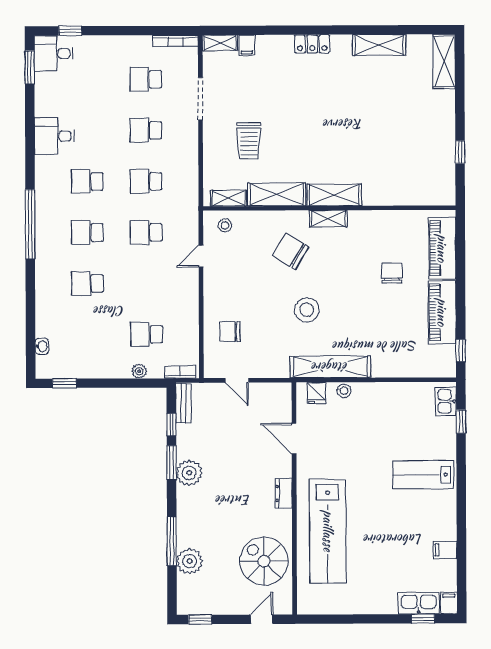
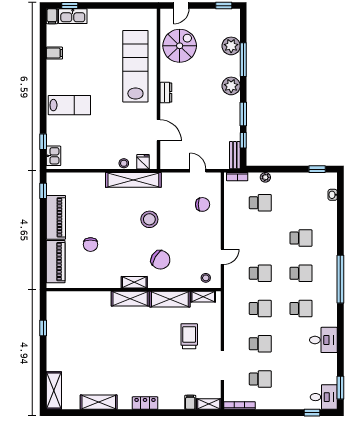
plant: (189, 473) -> (231, 86), moved
spiral stairs: (264, 561) -> (180, 46), turned -90

